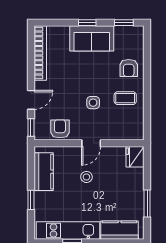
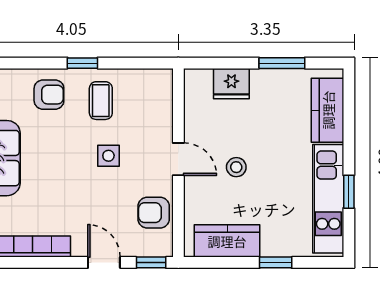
window: (147, 87) -> (82, 63), added
fridge: (135, 157) -> (231, 84), moved

